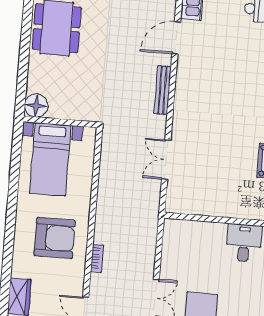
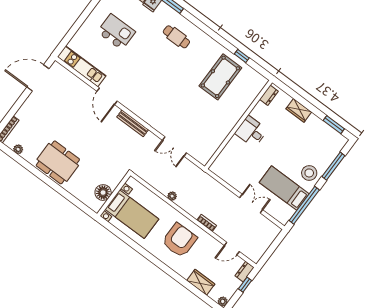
floor lamp: (36, 106) -> (103, 193), moved
plant: (103, 195) -> (172, 196), added

